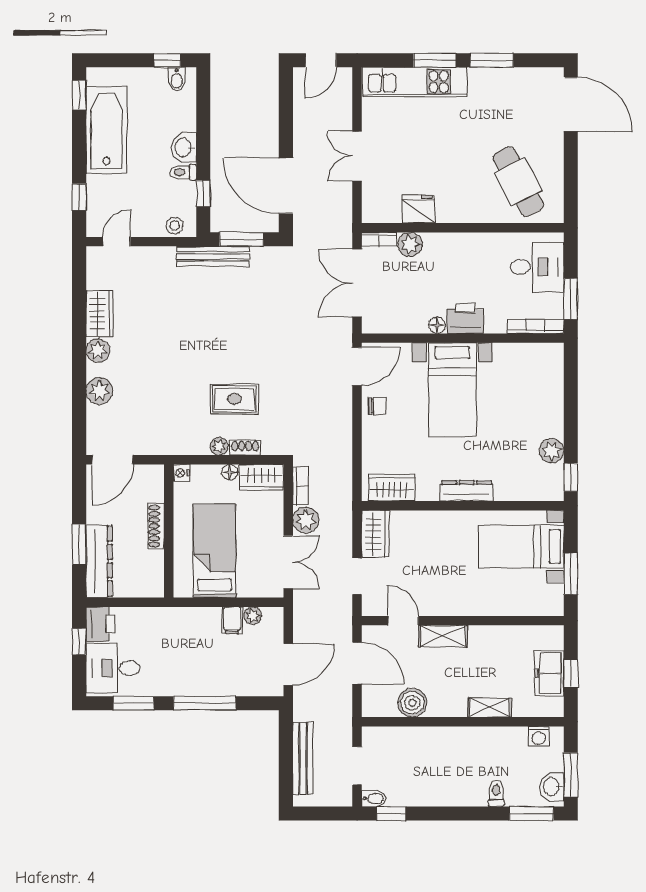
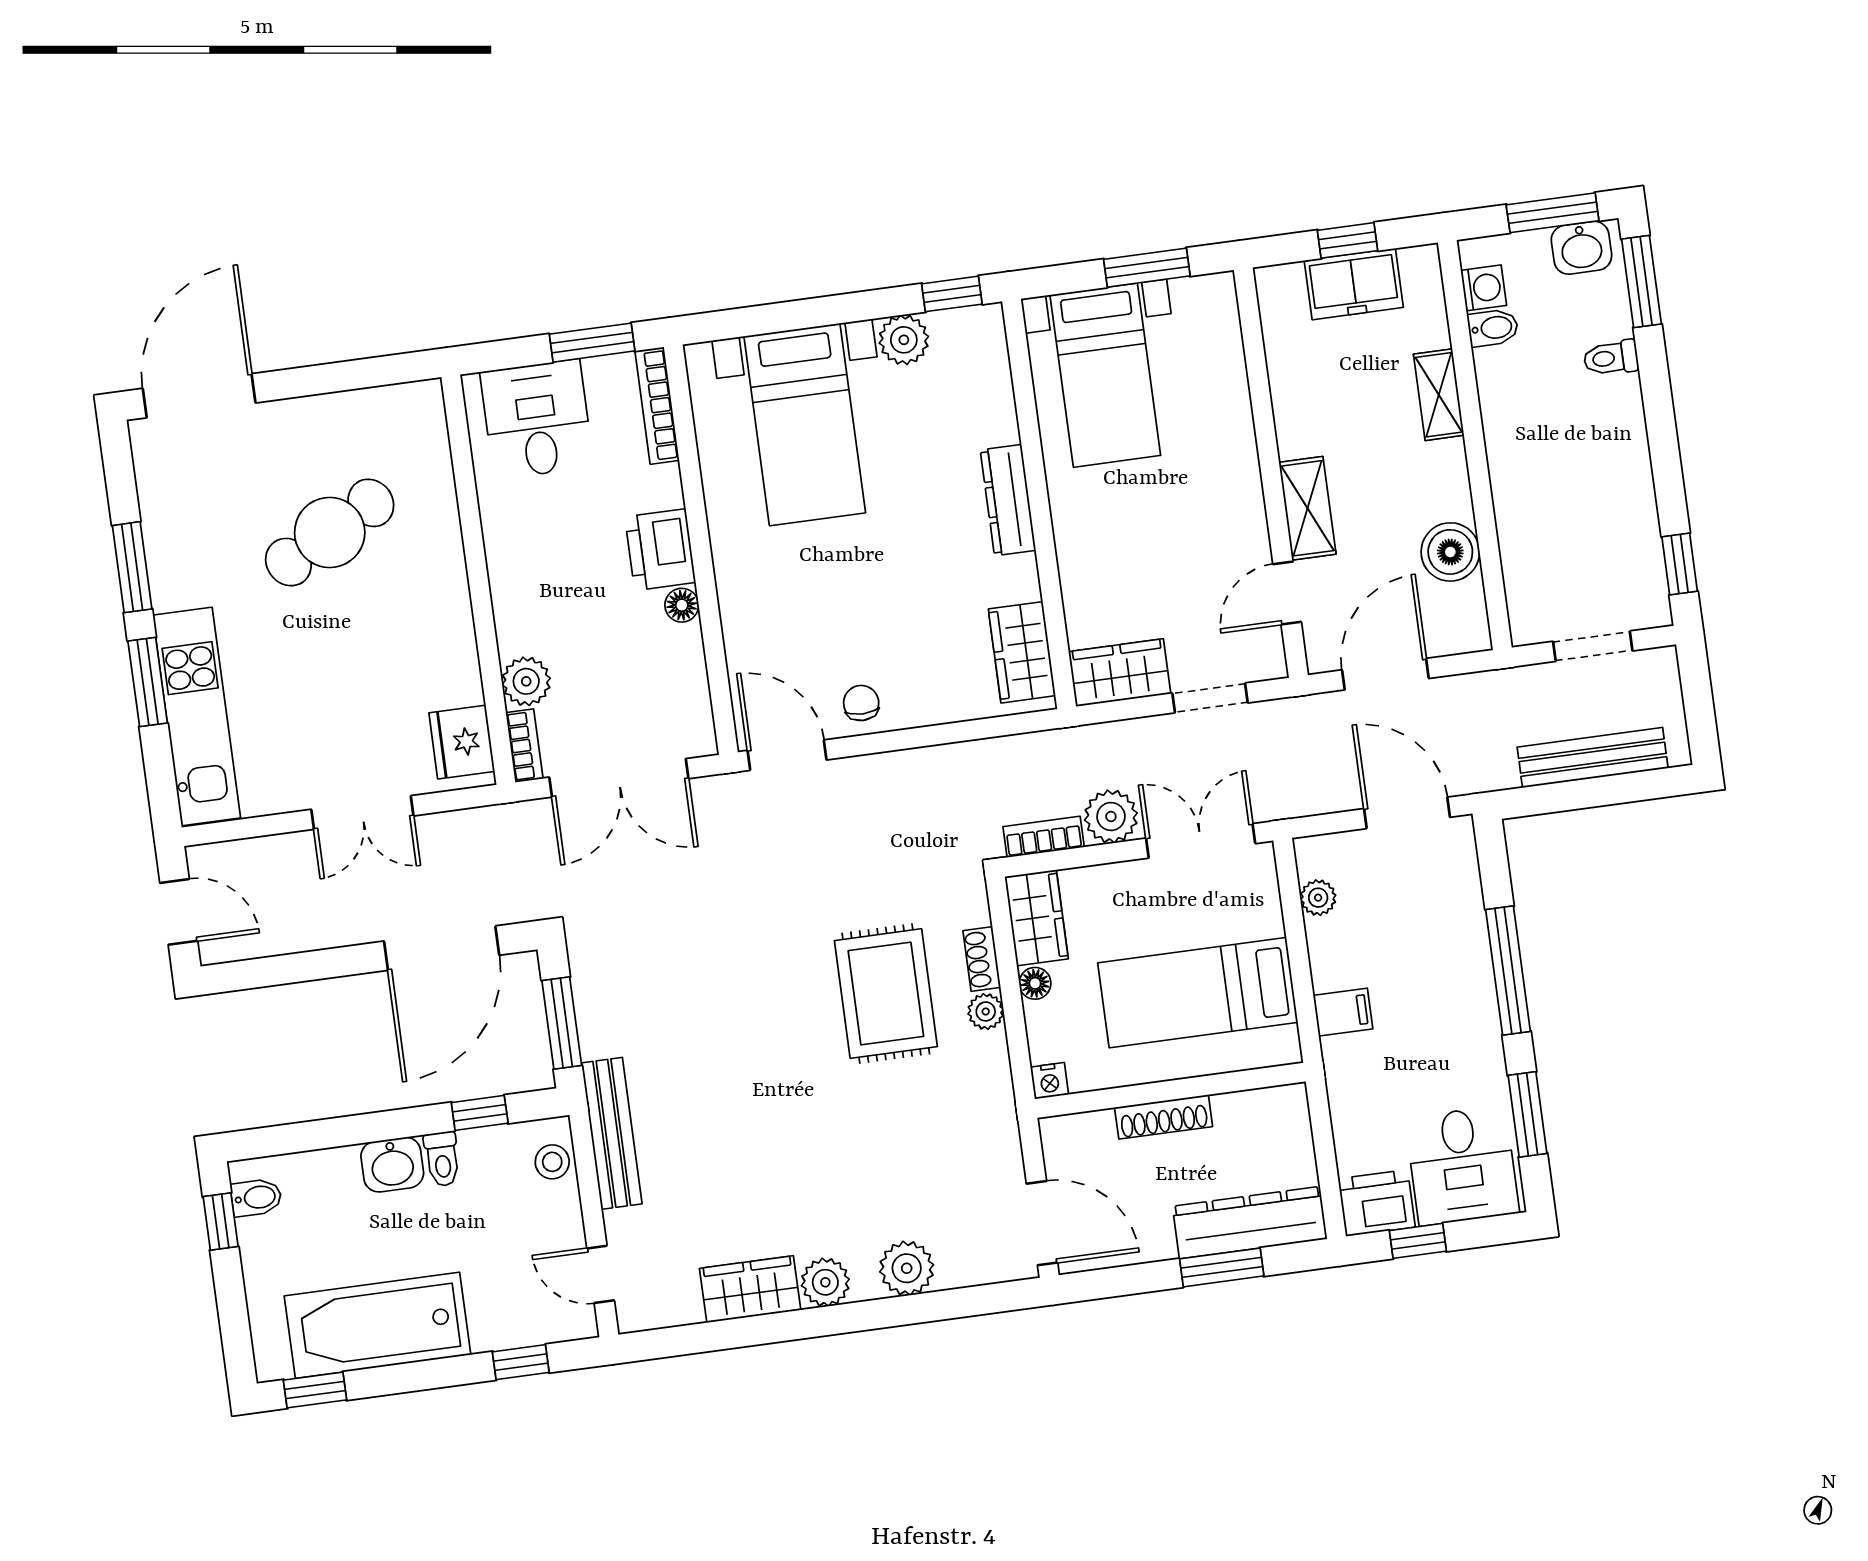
cafe table: (518, 182) -> (330, 532), moved
fridge: (419, 209) -> (462, 742), moved
bench: (213, 256) -> (612, 1133), moved
bed with nightstands: (452, 390) -> (805, 424), moved, turned 90
rug: (235, 399) -> (886, 994), width x1.36, depth x1.43
filing cabinet: (232, 620) -> (1343, 1012), moved
bidet: (374, 799) -> (1493, 328), moved, turned 90

